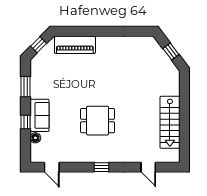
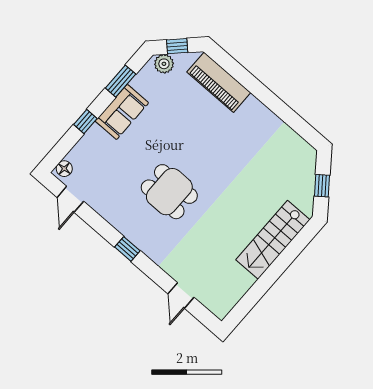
plant: (40, 59) -> (164, 64), added
sofa: (40, 115) -> (122, 112), moved
stairs: (170, 122) -> (273, 240), moved
floor lamp: (35, 138) -> (64, 169), moved

